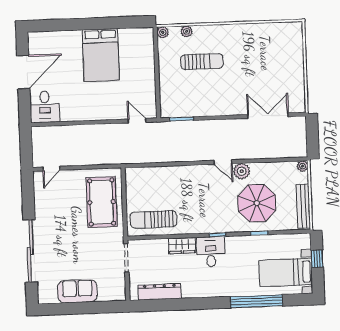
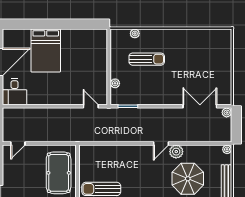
plant: (163, 32) -> (115, 83), moved
bed: (101, 55) -> (46, 50), moved
plant: (300, 122) -> (227, 113), added
door: (223, 162) -> (161, 143), hinge flipped

